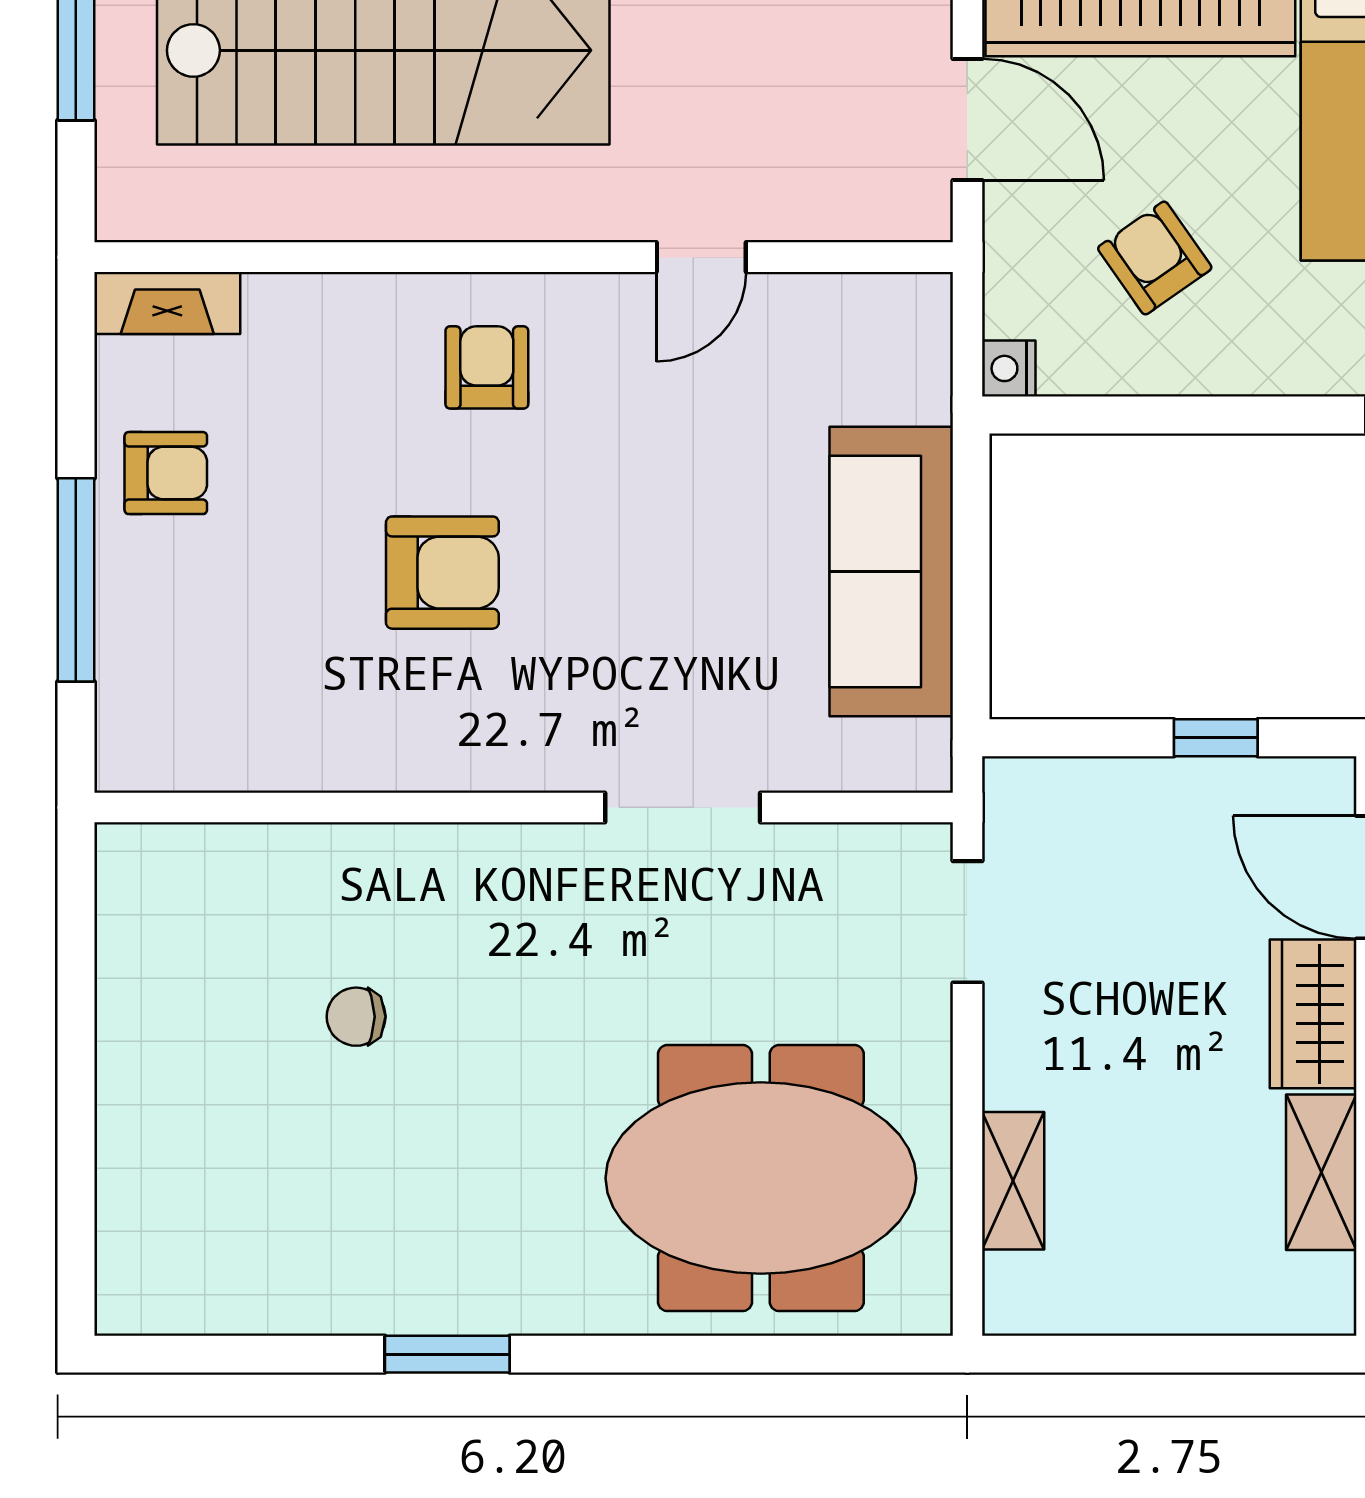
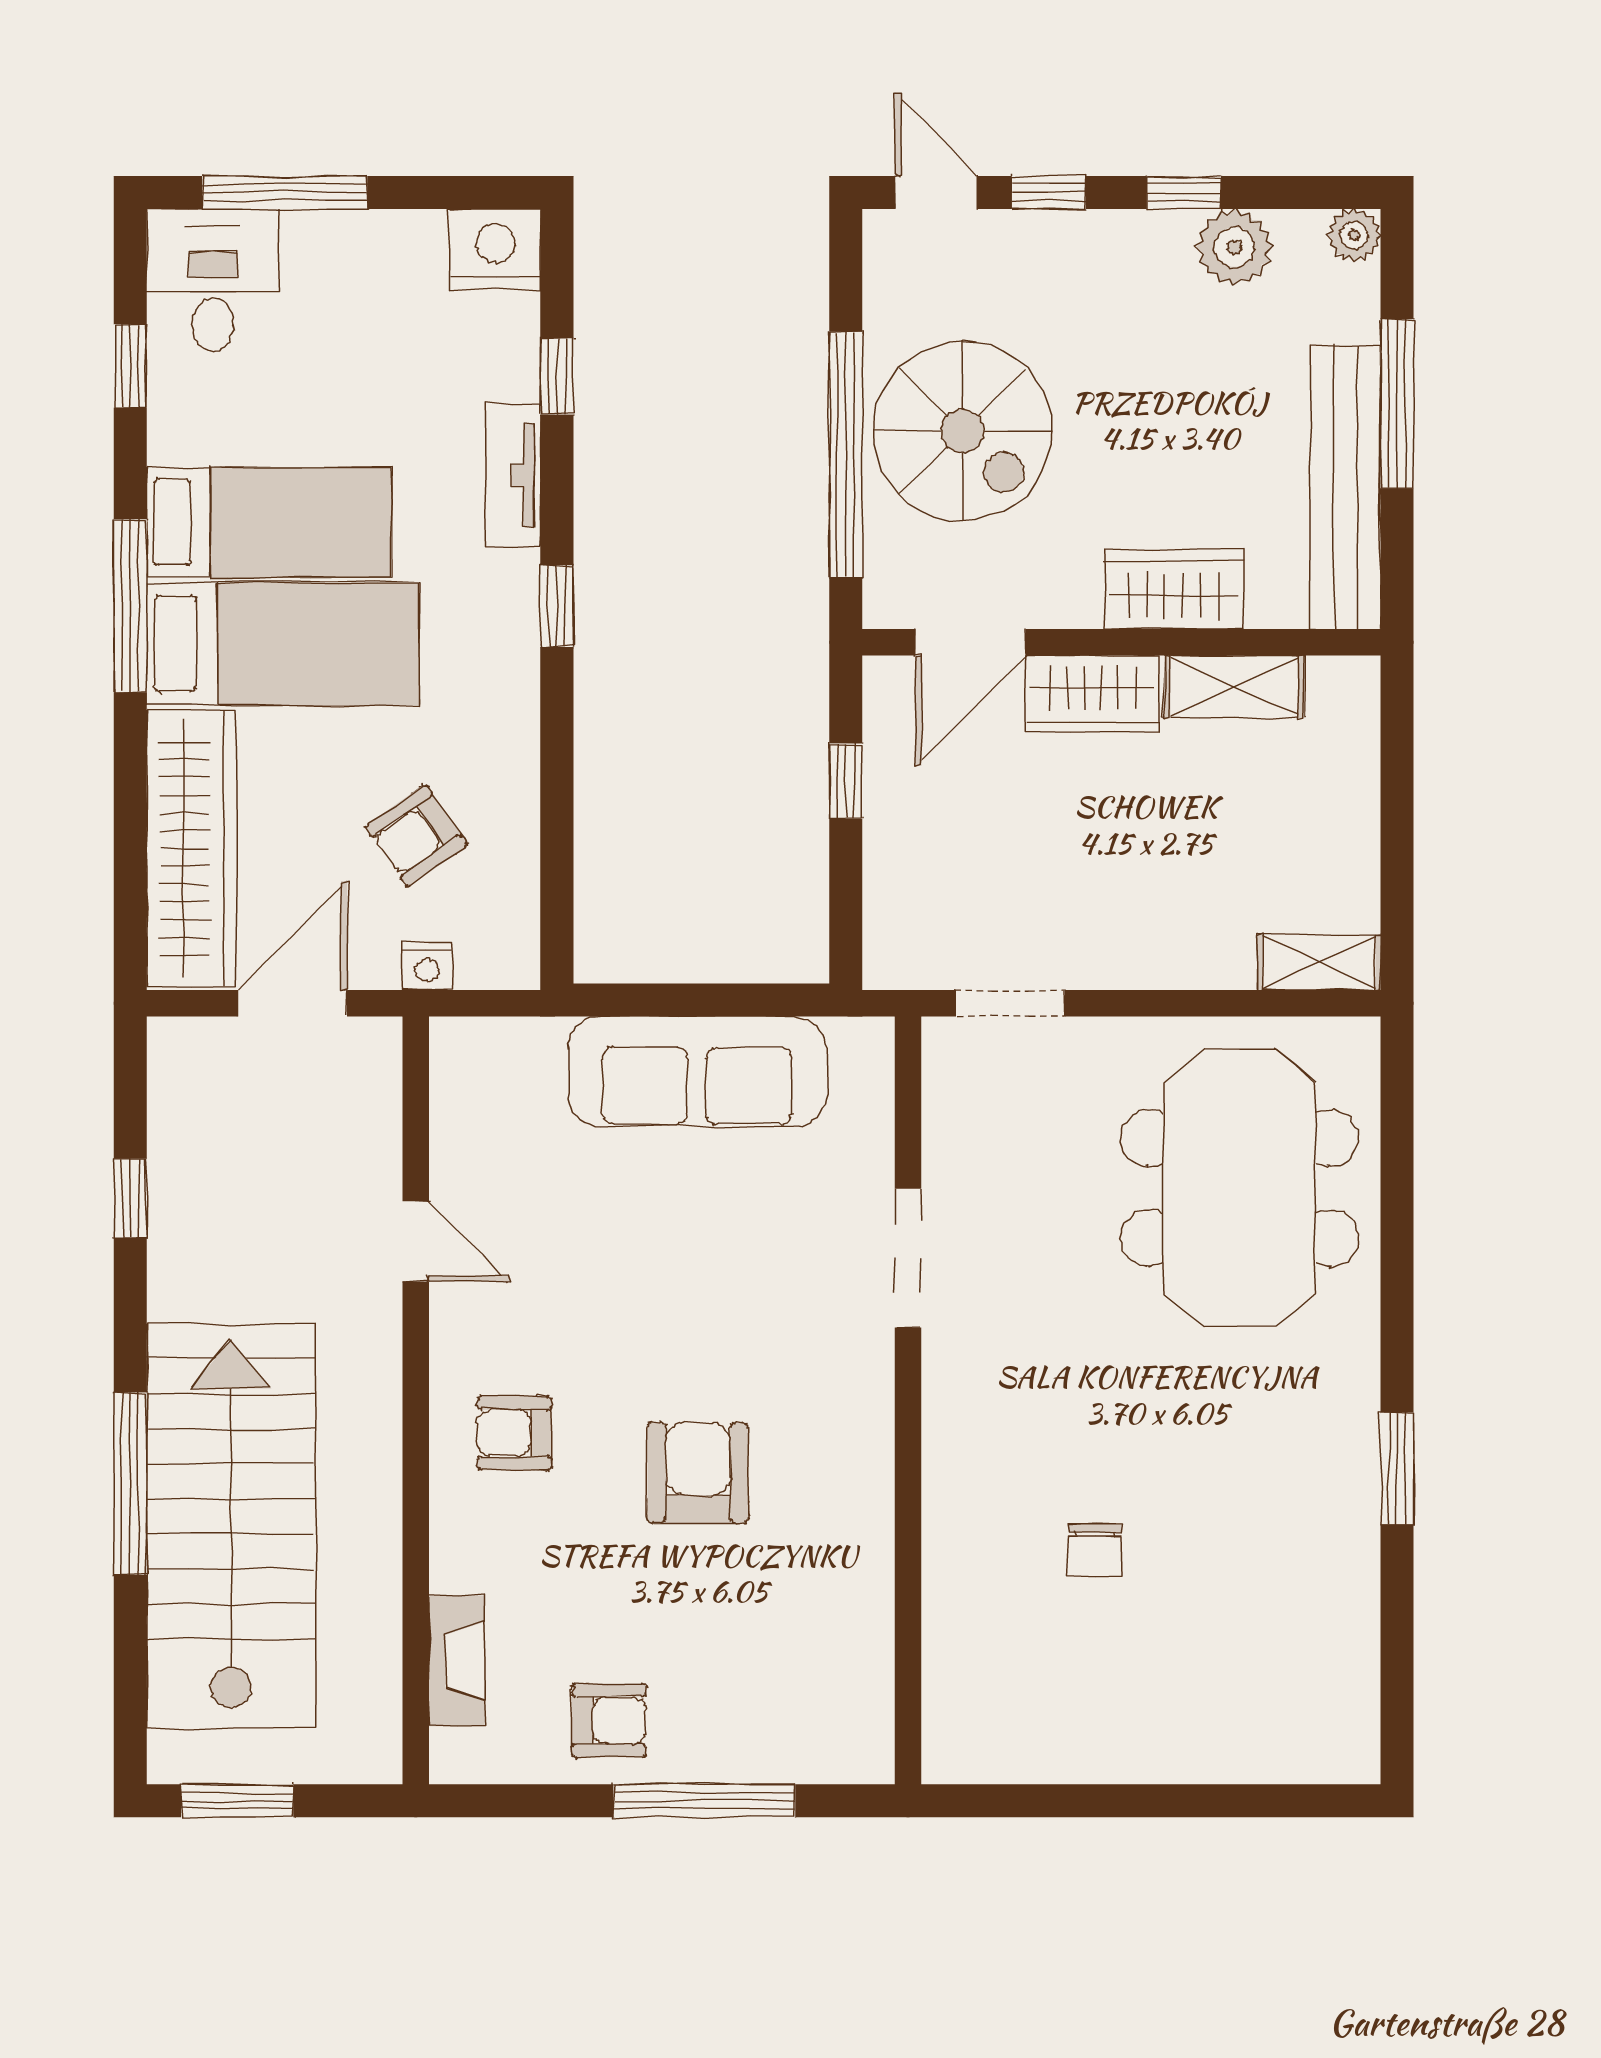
fireplace: (167, 303) -> (457, 1661), moved
nightstand: (1009, 368) -> (427, 966), moved
armchair: (166, 473) -> (609, 1720), turned 90
shelving: (1013, 1181) -> (1319, 962), moved

